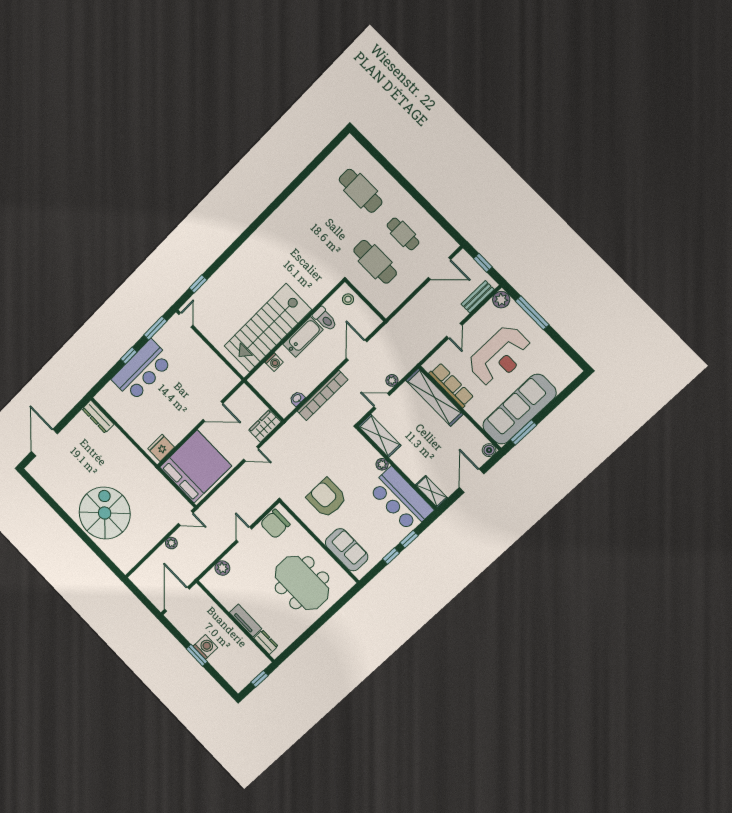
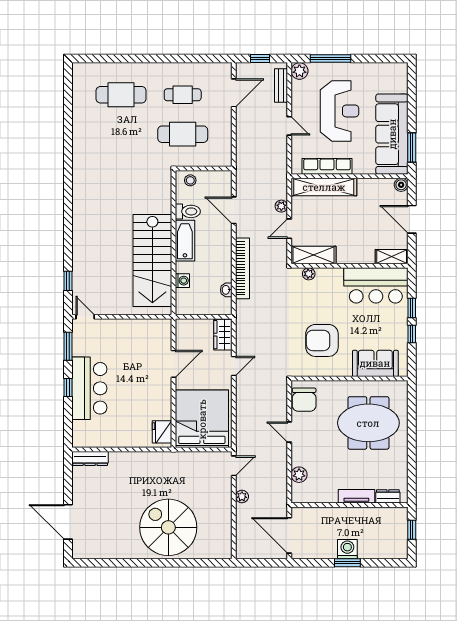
plant: (382, 464) -> (309, 274), moved

